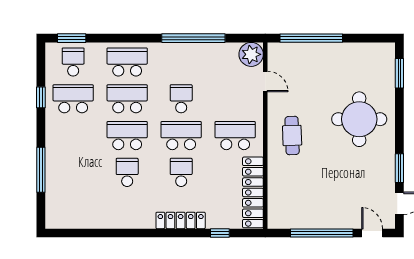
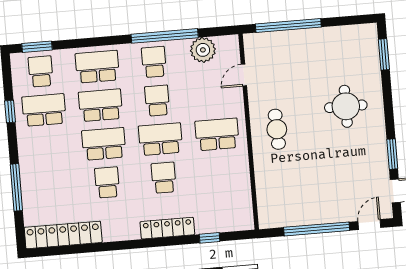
plant: (251, 54) -> (203, 50), moved
school desk: (181, 62) -> (154, 62), added
door: (265, 82) -> (244, 75), swing flipped
round table: (359, 119) -> (346, 106), width x0.73, depth x0.73
locker: (253, 192) -> (63, 235), moved, turned 90
door: (372, 233) -> (369, 224), hinge flipped

